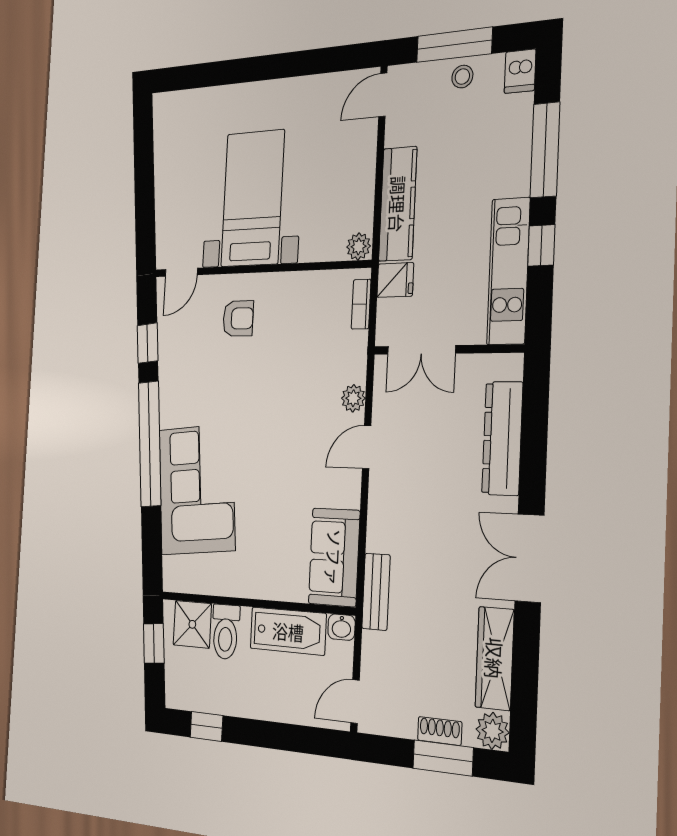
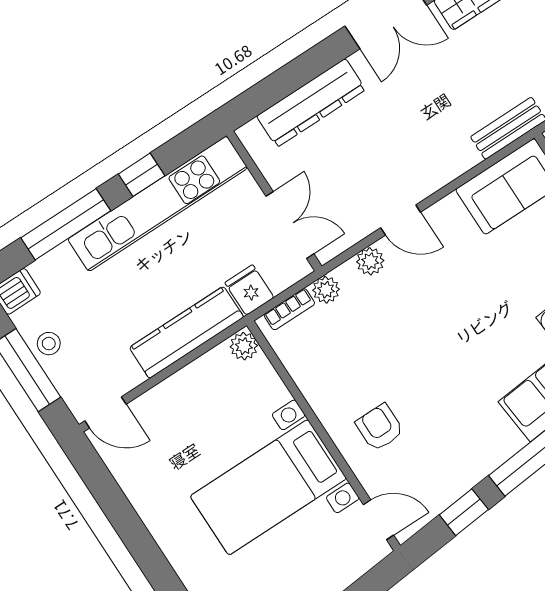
kitchen unit: (508, 271) -> (158, 204), width x1.36
plant: (356, 346) -> (326, 290), added

